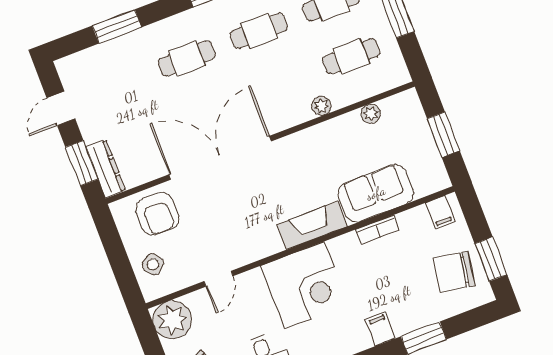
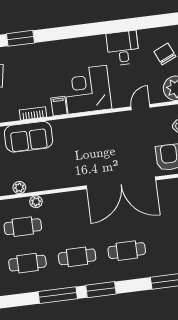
plant: (321, 106) -> (36, 202), moved
fireplace: (312, 225) -> (73, 126), removed
filing cabinet: (380, 329) -> (59, 106), moved, turned 180

